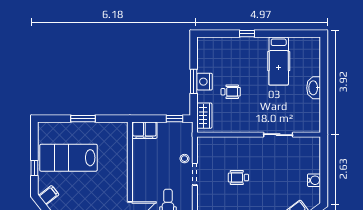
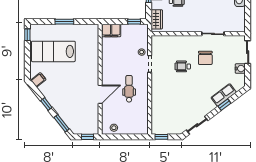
sliding door: (324, 159) -> (248, 52), added
chair: (268, 166) -> (205, 58), added
window: (34, 168) -> (27, 35), moved

